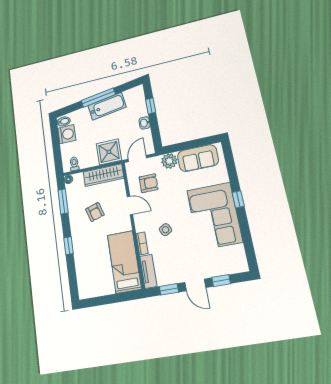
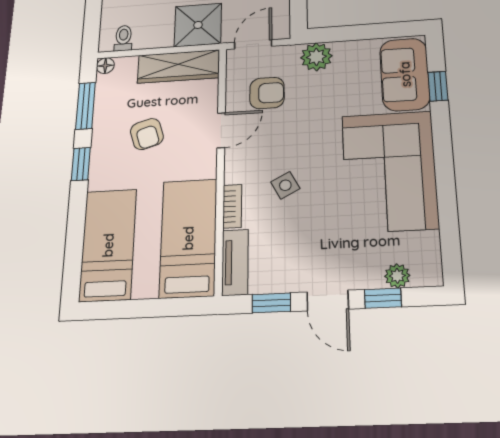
sofa: (198, 158) -> (405, 74), moved, turned 90
window: (238, 199) -> (438, 86), moved
door: (130, 205) -> (221, 130), hinge flipped
window: (69, 246) -> (81, 164), moved
plant: (226, 269) -> (397, 276), added
bed: (87, 270) -> (108, 245), added

